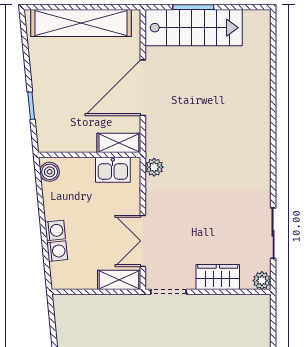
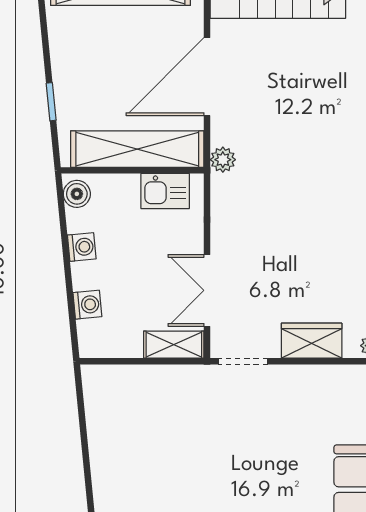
shelving: (119, 143) -> (137, 149), width x2.20, depth x1.33
plant: (154, 167) -> (223, 160), moved
washing machine: (55, 230) -> (82, 247), moved

